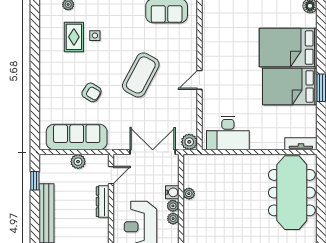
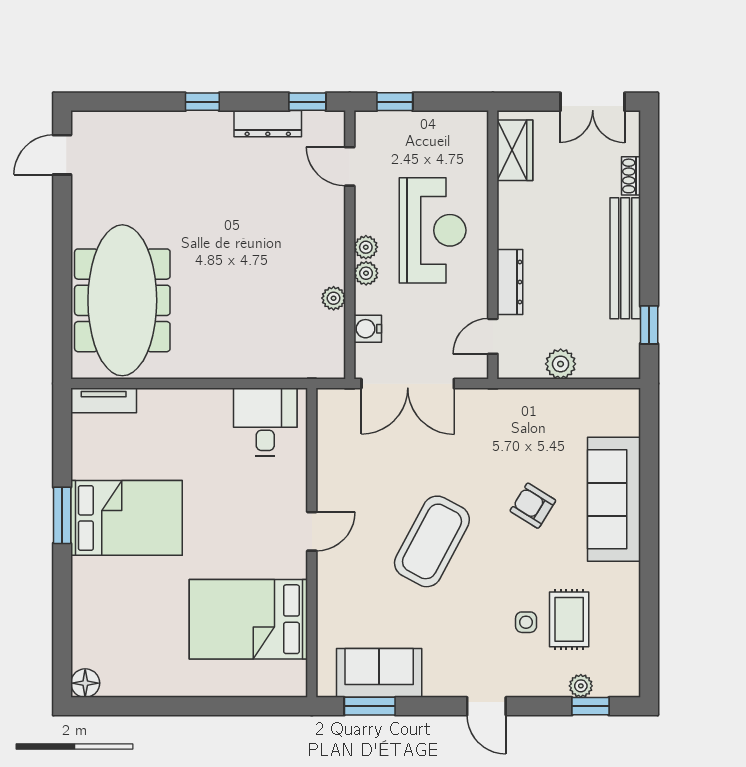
bed: (288, 48) -> (248, 619), moved, turned 180
desk: (228, 133) -> (265, 422), width x0.73
sofa: (77, 137) -> (614, 499), moved, turned 90
plant: (189, 142) -> (333, 404), removed
water cooler: (172, 192) -> (368, 329), moved

